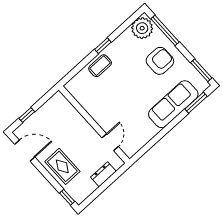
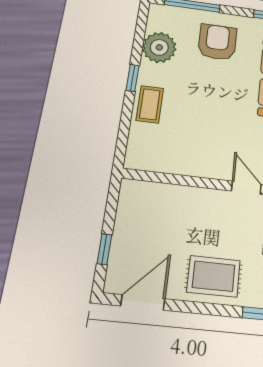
plant: (142, 28) -> (159, 47), moved

